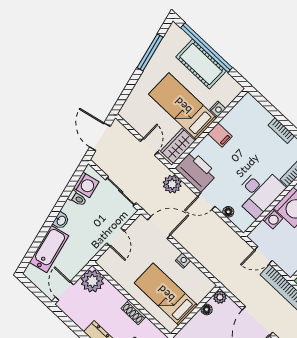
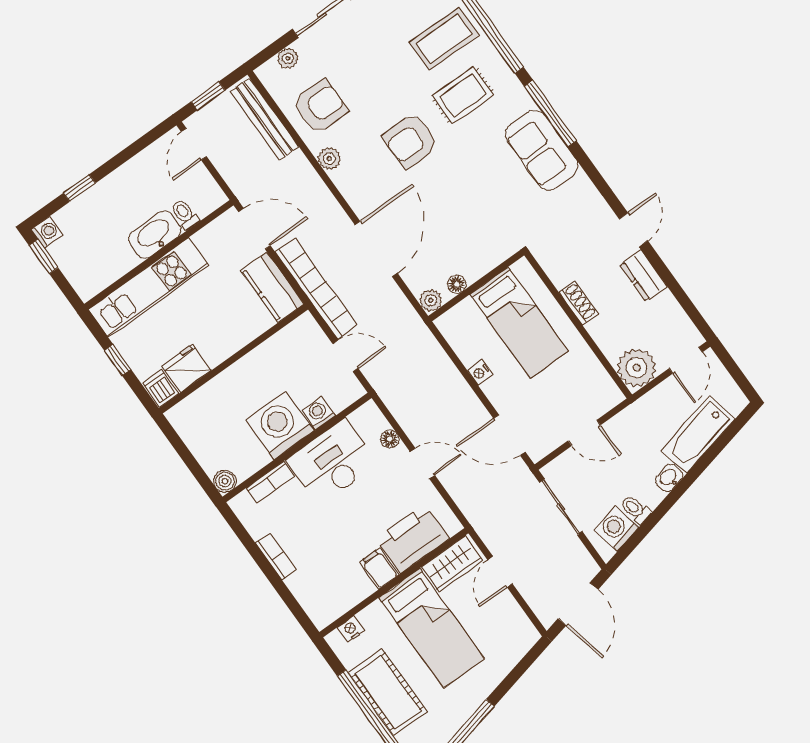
nightstand: (218, 109) -> (351, 629), moved
printer: (196, 171) -> (413, 539), moved, turned 90
plant: (172, 184) -> (474, 503), removed
door: (116, 237) -> (584, 433), swing flipped

